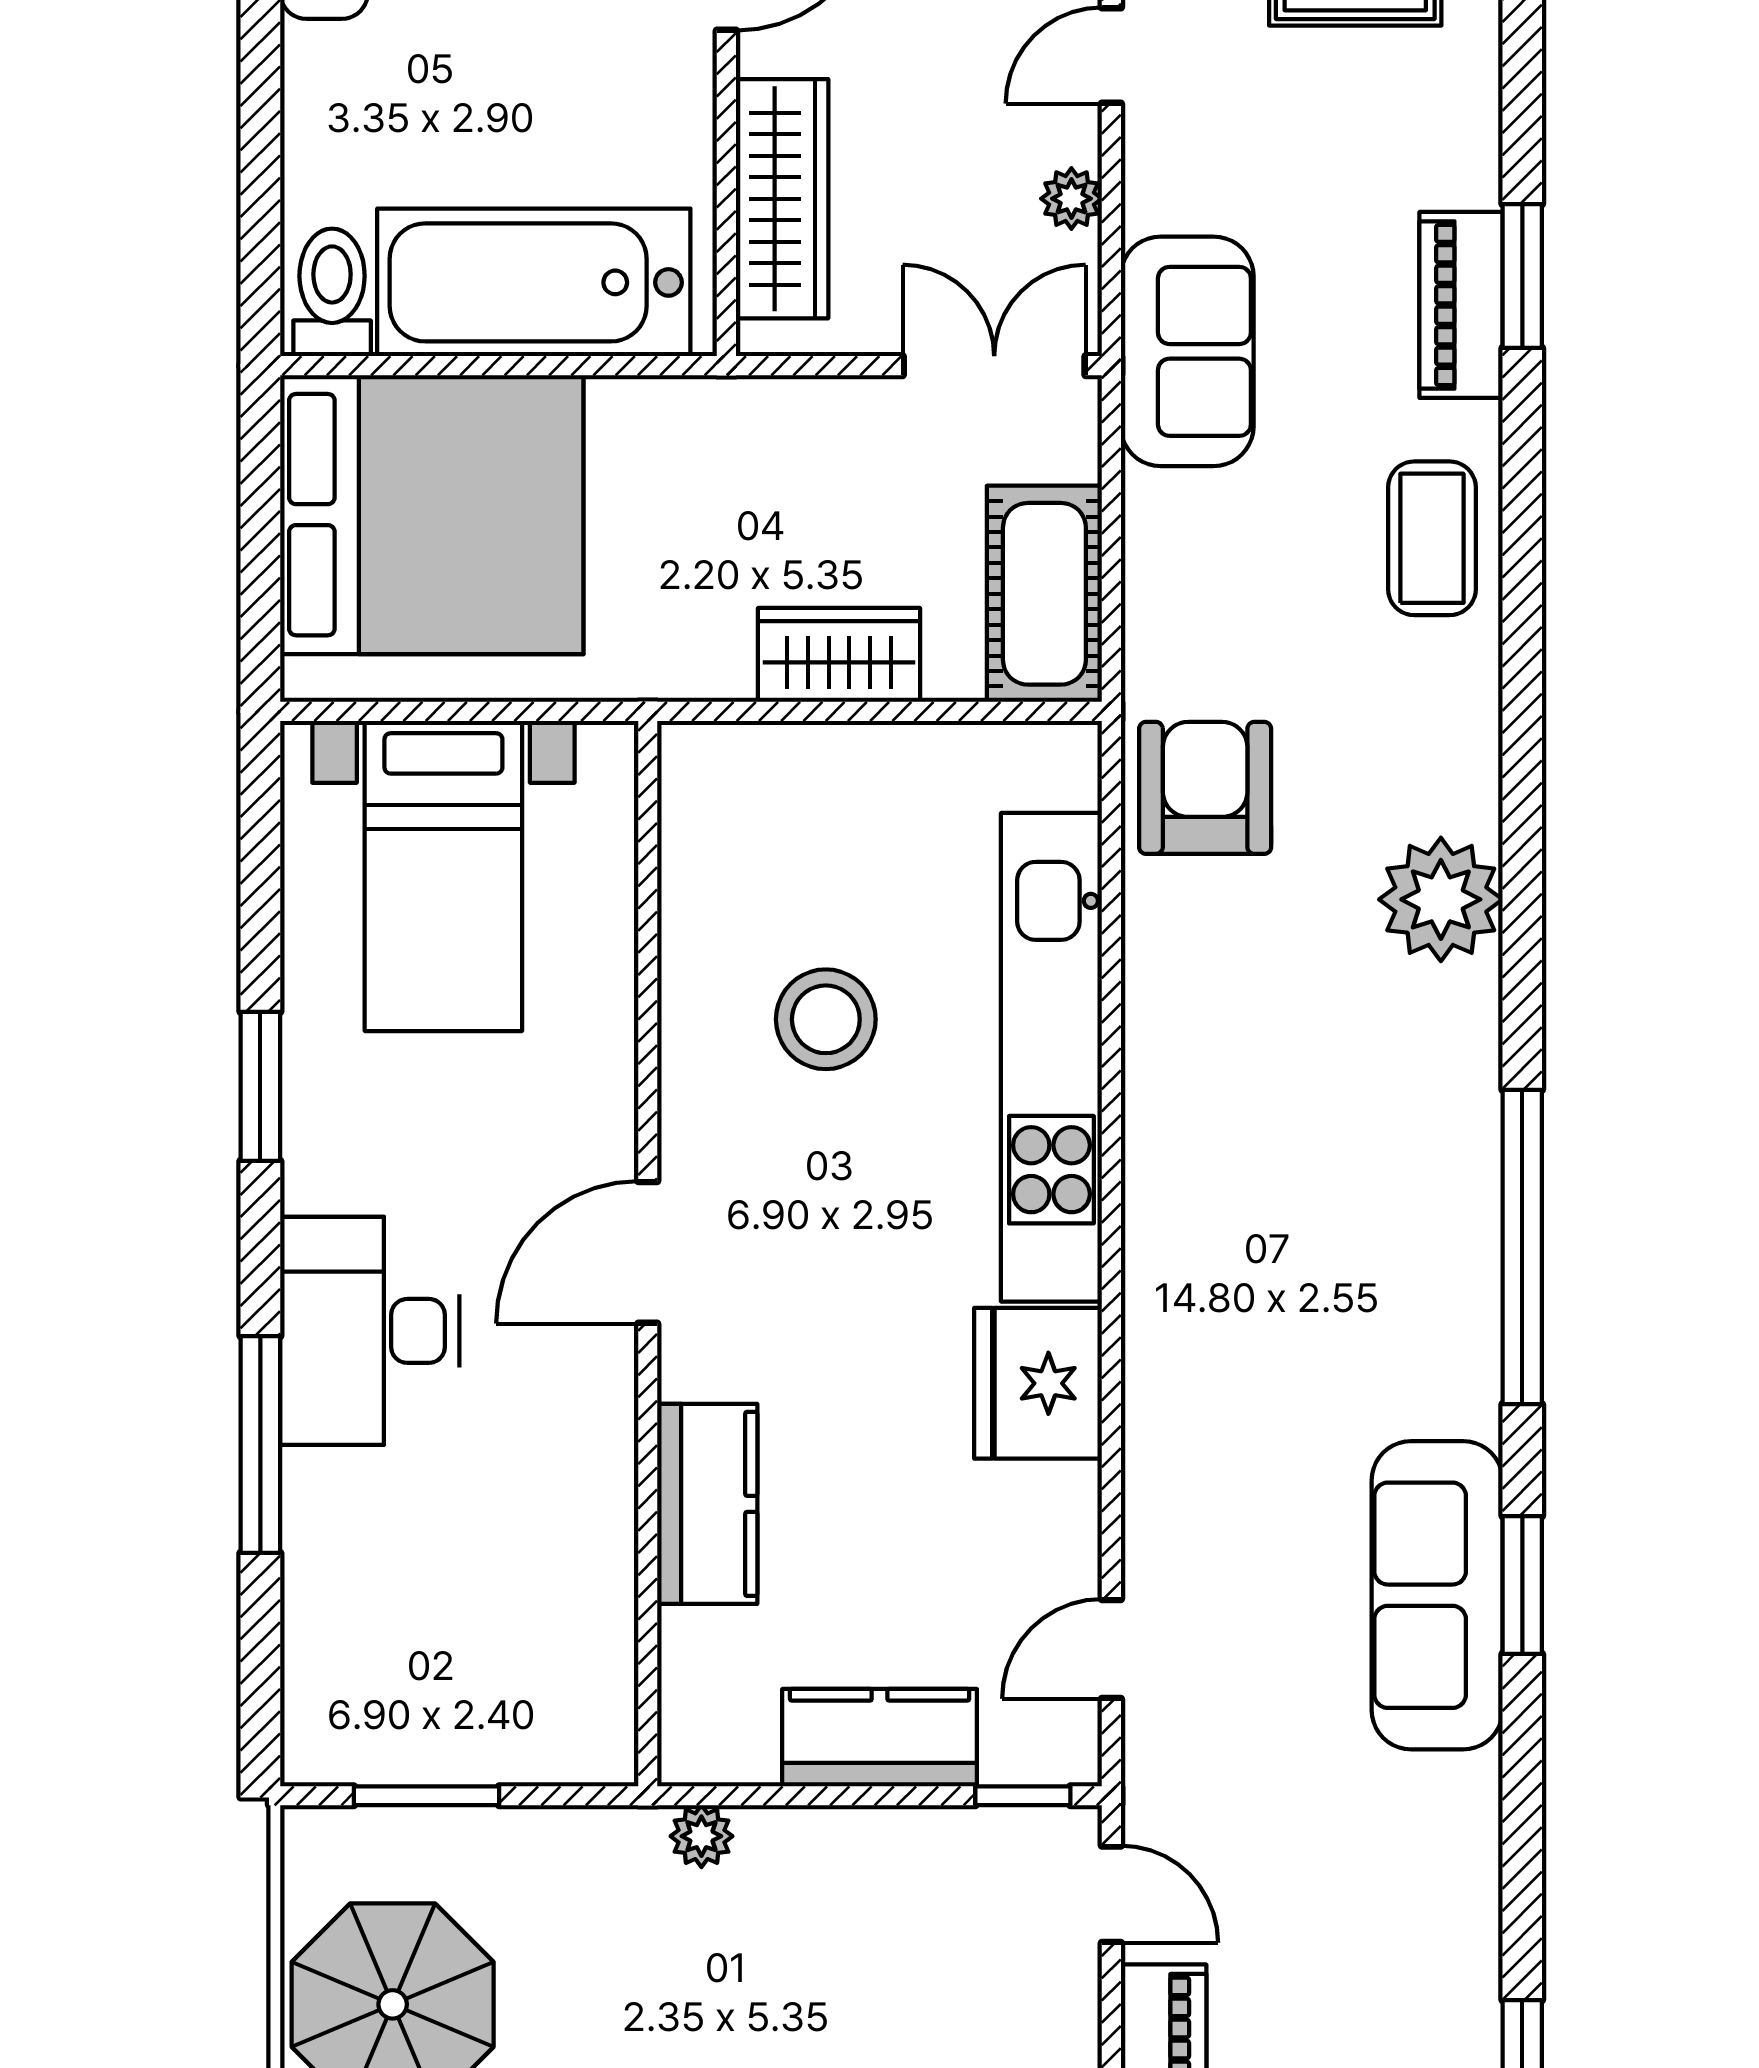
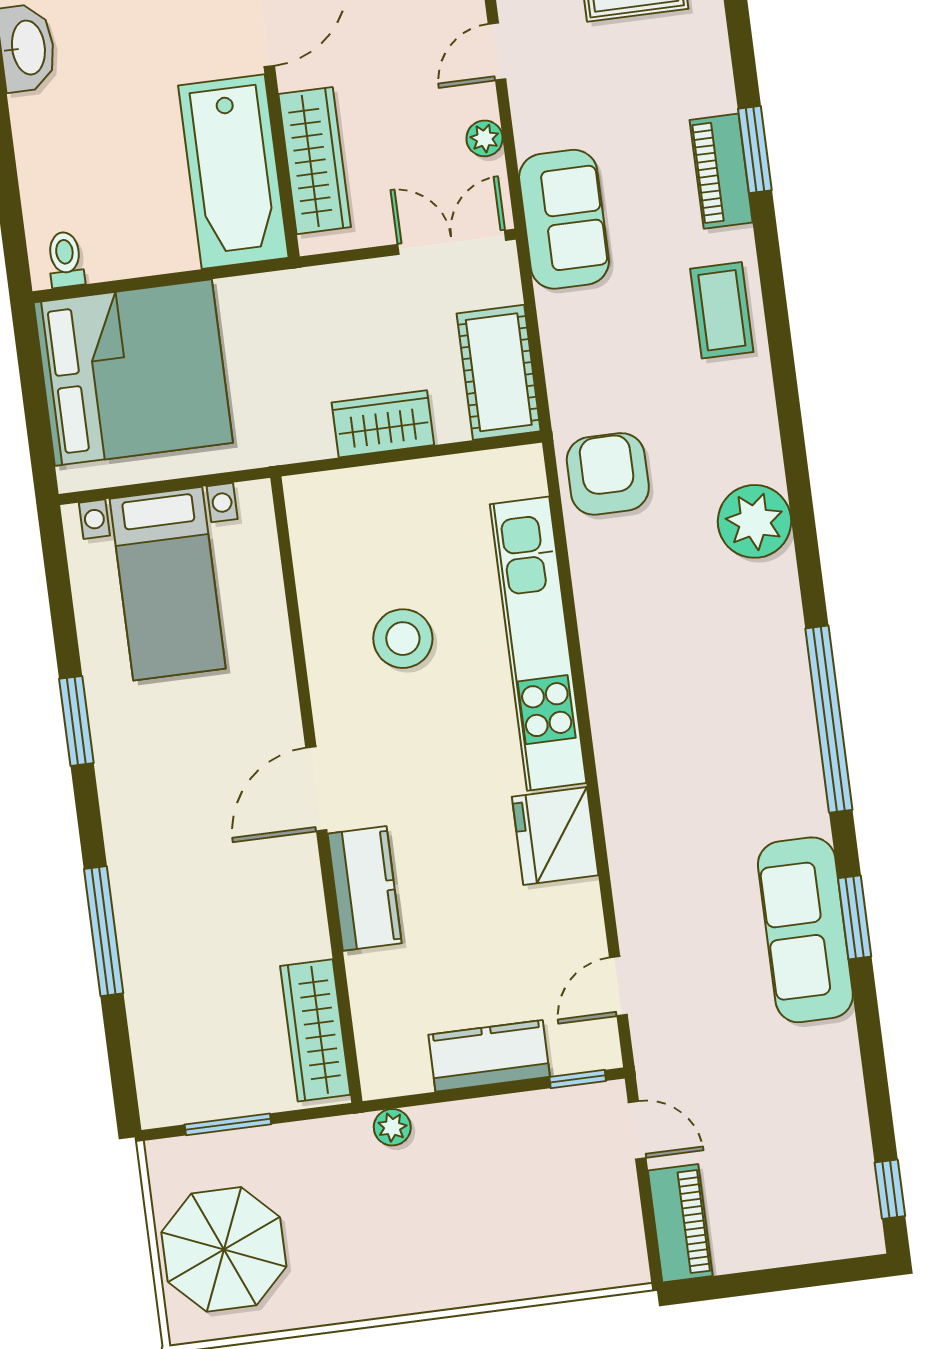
bathtub: (534, 282) -> (233, 172), moved, turned -90
toilet: (332, 292) -> (65, 259), width x0.73, depth x0.72
desk: (370, 1331) -> (159, 856), removed
kitchen counter: (707, 1504) -> (365, 888), moved
wardrobe: (594, 1657) -> (315, 1030), added

